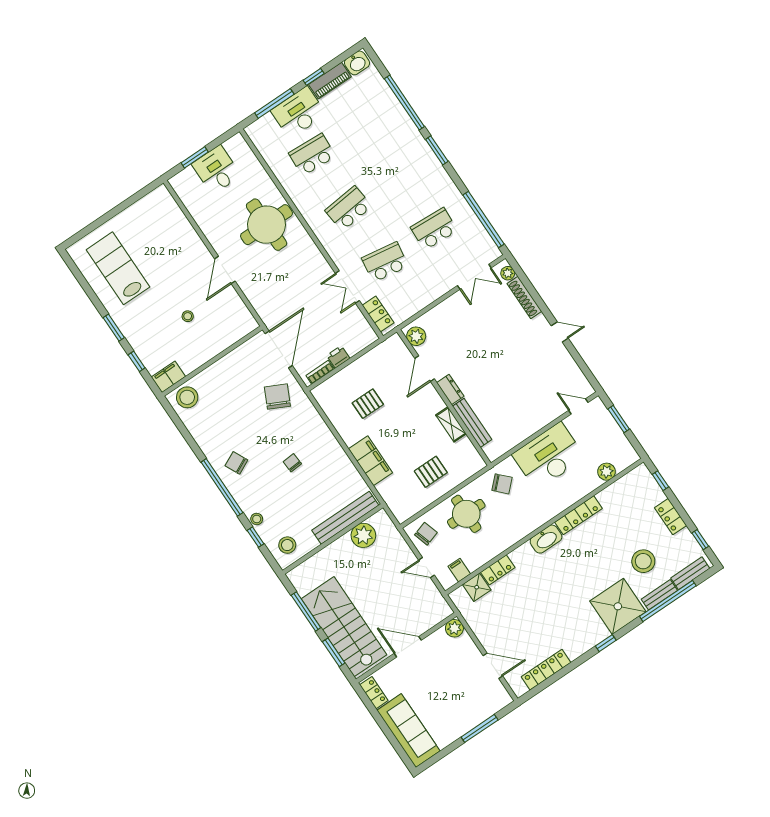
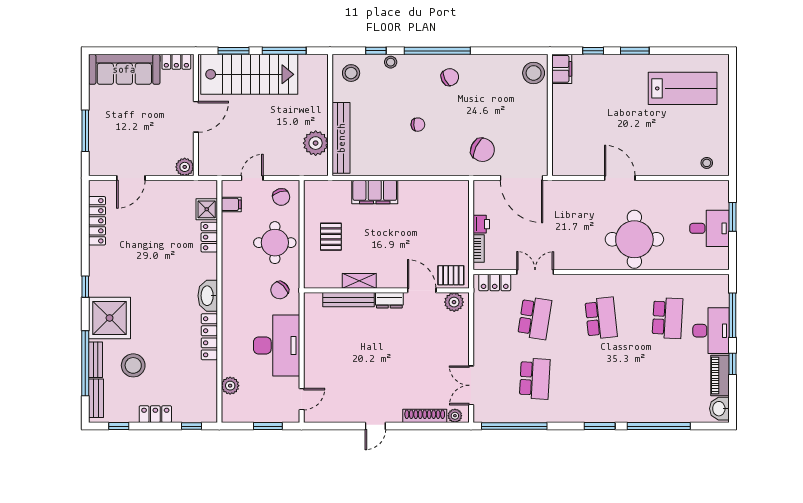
stool: (188, 316) -> (707, 163), moved
bookcase: (320, 372) -> (479, 248), moved
pallet: (368, 404) -> (451, 275), moved, turned 90

